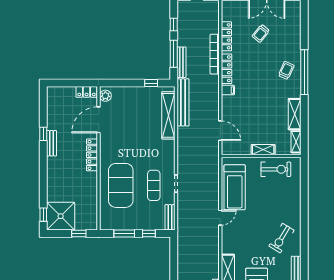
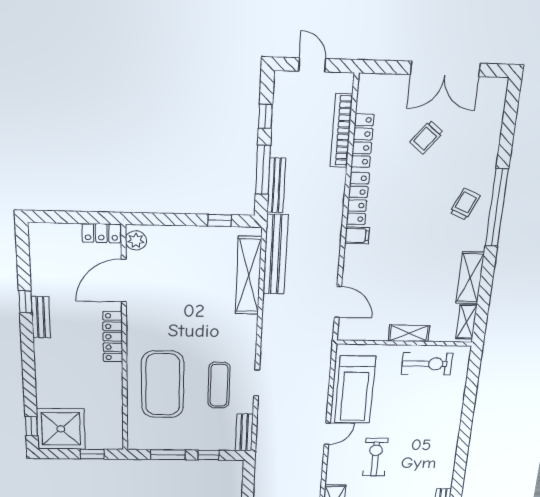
bookcase: (215, 54) -> (341, 131), moved
exercise bike: (281, 238) -> (375, 457), moved, turned 149

